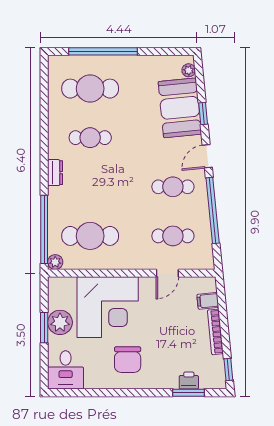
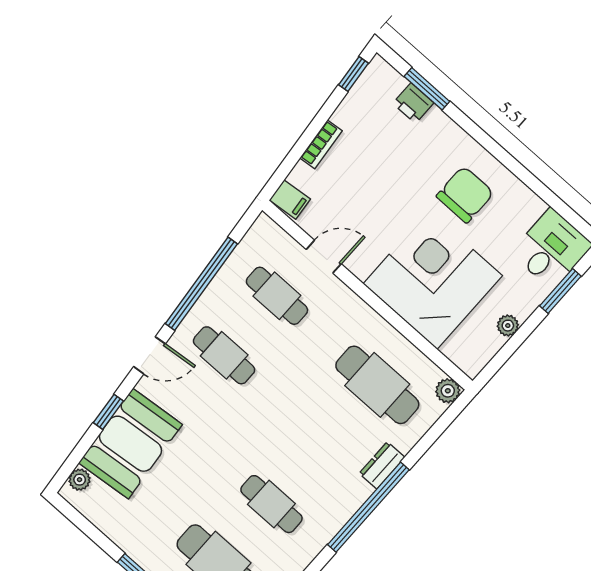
dresser: (55, 173) -> (382, 465), moved
window: (44, 229) -> (368, 507), moved
filing cabinet: (208, 301) -> (290, 200), moved
plant: (60, 322) -> (508, 326), width x0.53, depth x0.53
window: (44, 328) -> (560, 291), moved
bookcase: (215, 332) -> (321, 144), width x0.64

